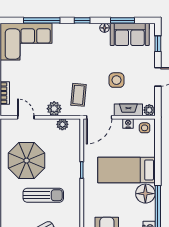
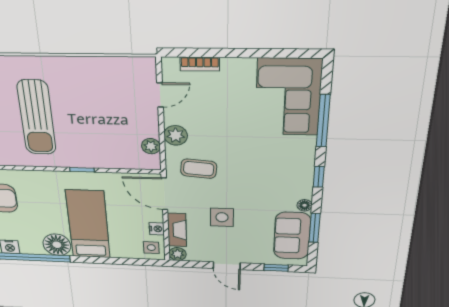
parasol: (27, 161) -> (89, 95), removed
sun lounger: (43, 195) -> (37, 118), width x1.36, depth x1.34

